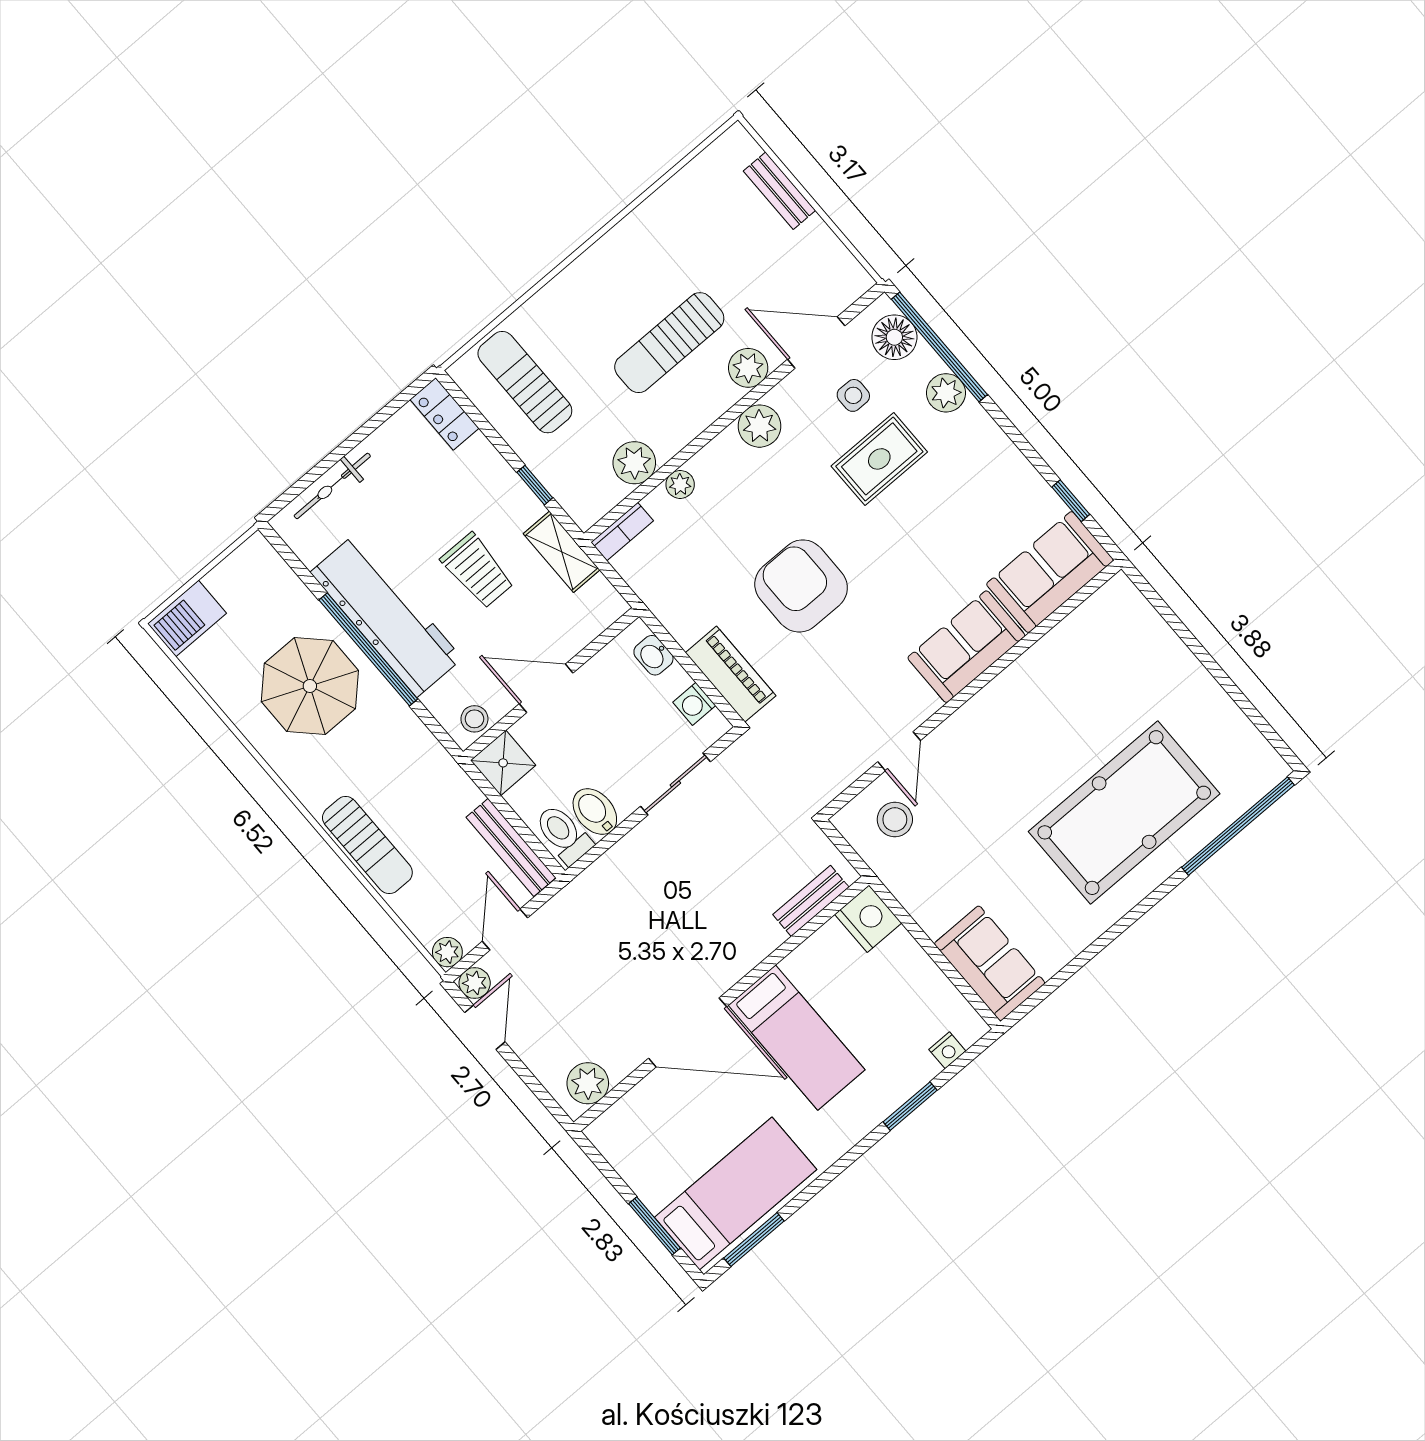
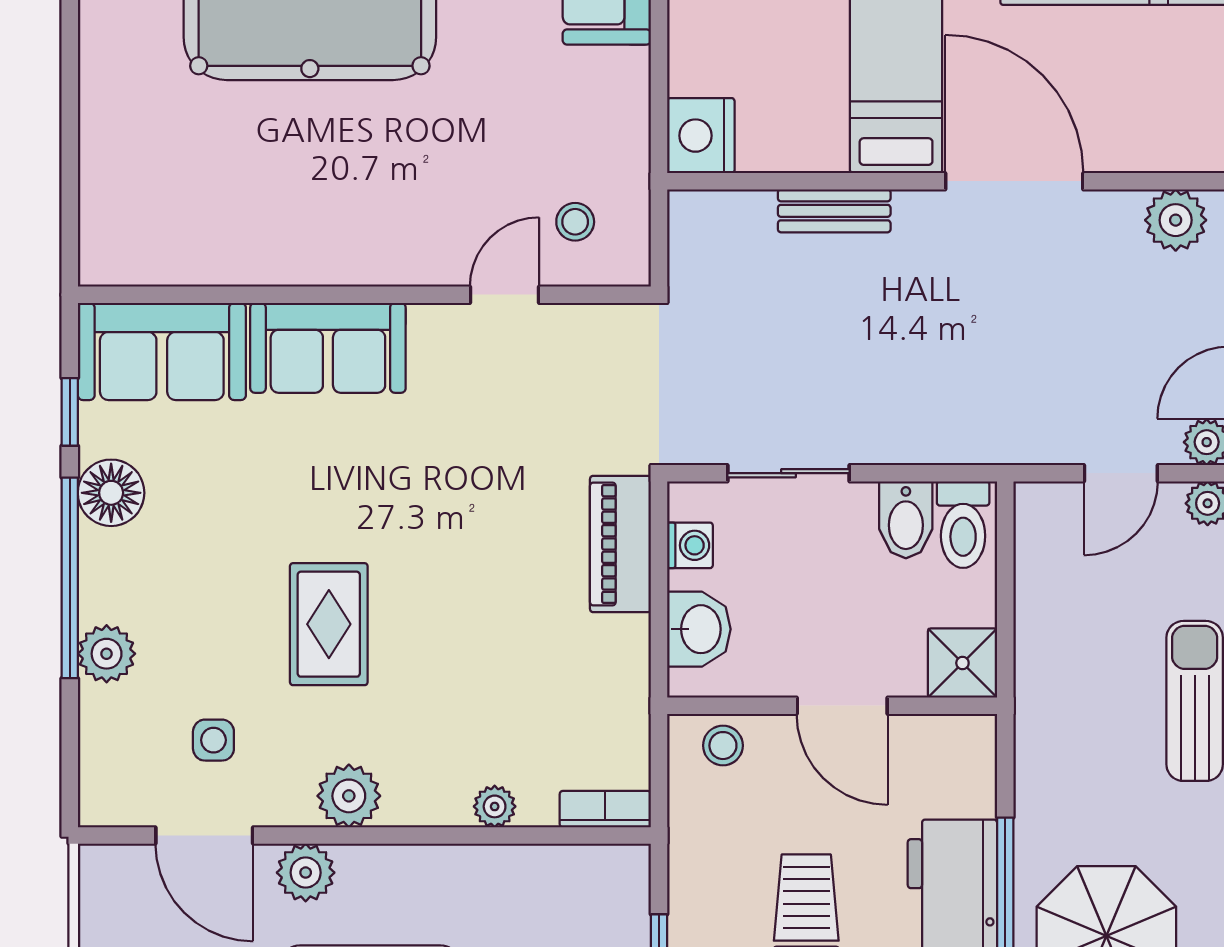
floor lamp: (894, 337) -> (111, 493), moved
window: (939, 347) -> (70, 578), moved
rug: (879, 459) -> (329, 624), moved, turned 90
plant: (634, 463) -> (525, 875), removed
shelving: (562, 552) -> (693, 845), removed
armchair: (801, 586) -> (456, 576), removed
washbasin: (653, 655) -> (699, 629), width x1.38, depth x1.45
stool: (474, 719) -> (723, 746), moved
stool: (895, 819) -> (575, 222), width x0.73, depth x0.73
bench: (511, 847) -> (1035, 560), removed
bench: (811, 901) -> (834, 211), moved

